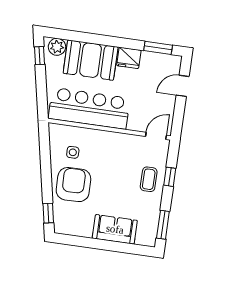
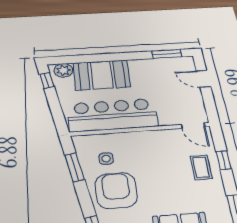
fridge: (129, 58) -> (140, 67), removed
door: (183, 86) -> (203, 79), hinge flipped
door: (156, 136) -> (193, 126), swing flipped
window: (45, 155) -> (75, 167), added

